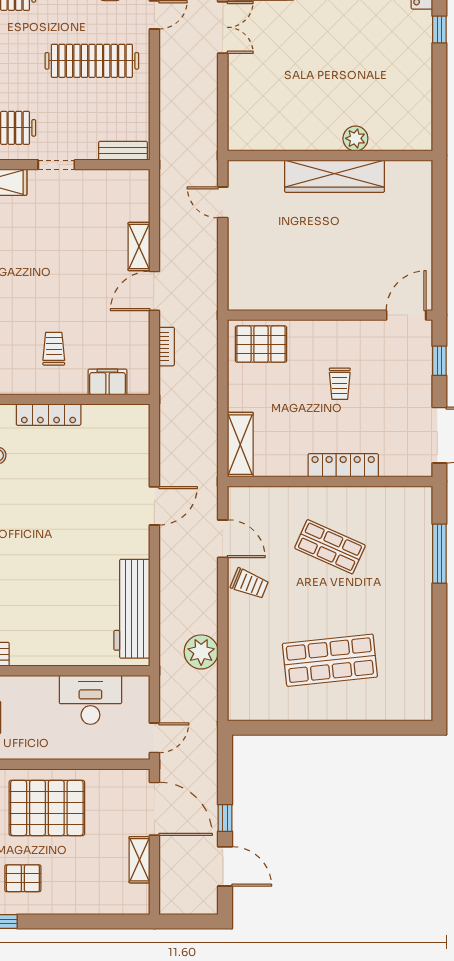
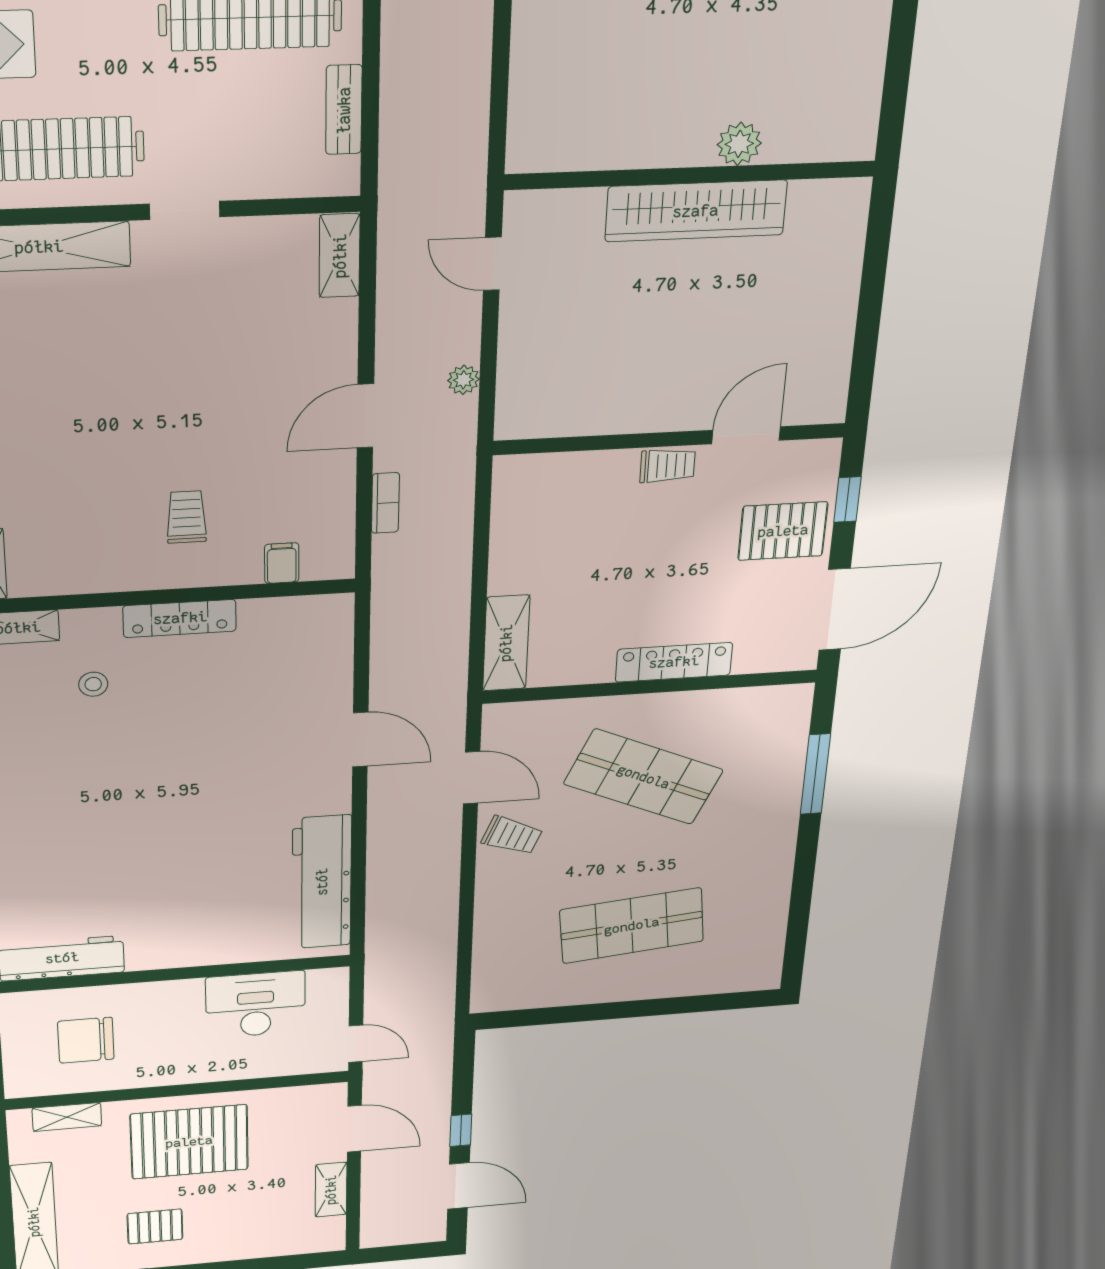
bench: (123, 151) -> (344, 110), moved, turned 90
shelving: (139, 247) -> (340, 256), moved
door: (406, 315) -> (746, 435), moved
pallet: (261, 344) -> (783, 531), moved
filing cabinet: (107, 382) -> (282, 563), width x0.50
trolley: (340, 384) -> (668, 466), moved, turned -90
door: (154, 506) -> (360, 740), hinge flipped
shop shelf: (330, 547) -> (644, 777), width x1.43, depth x1.36
plant: (201, 652) -> (463, 380), moved, width x0.53, depth x0.53
door: (154, 738) -> (356, 1044), hinge flipped
door: (154, 809) -> (354, 1129), width x0.73

